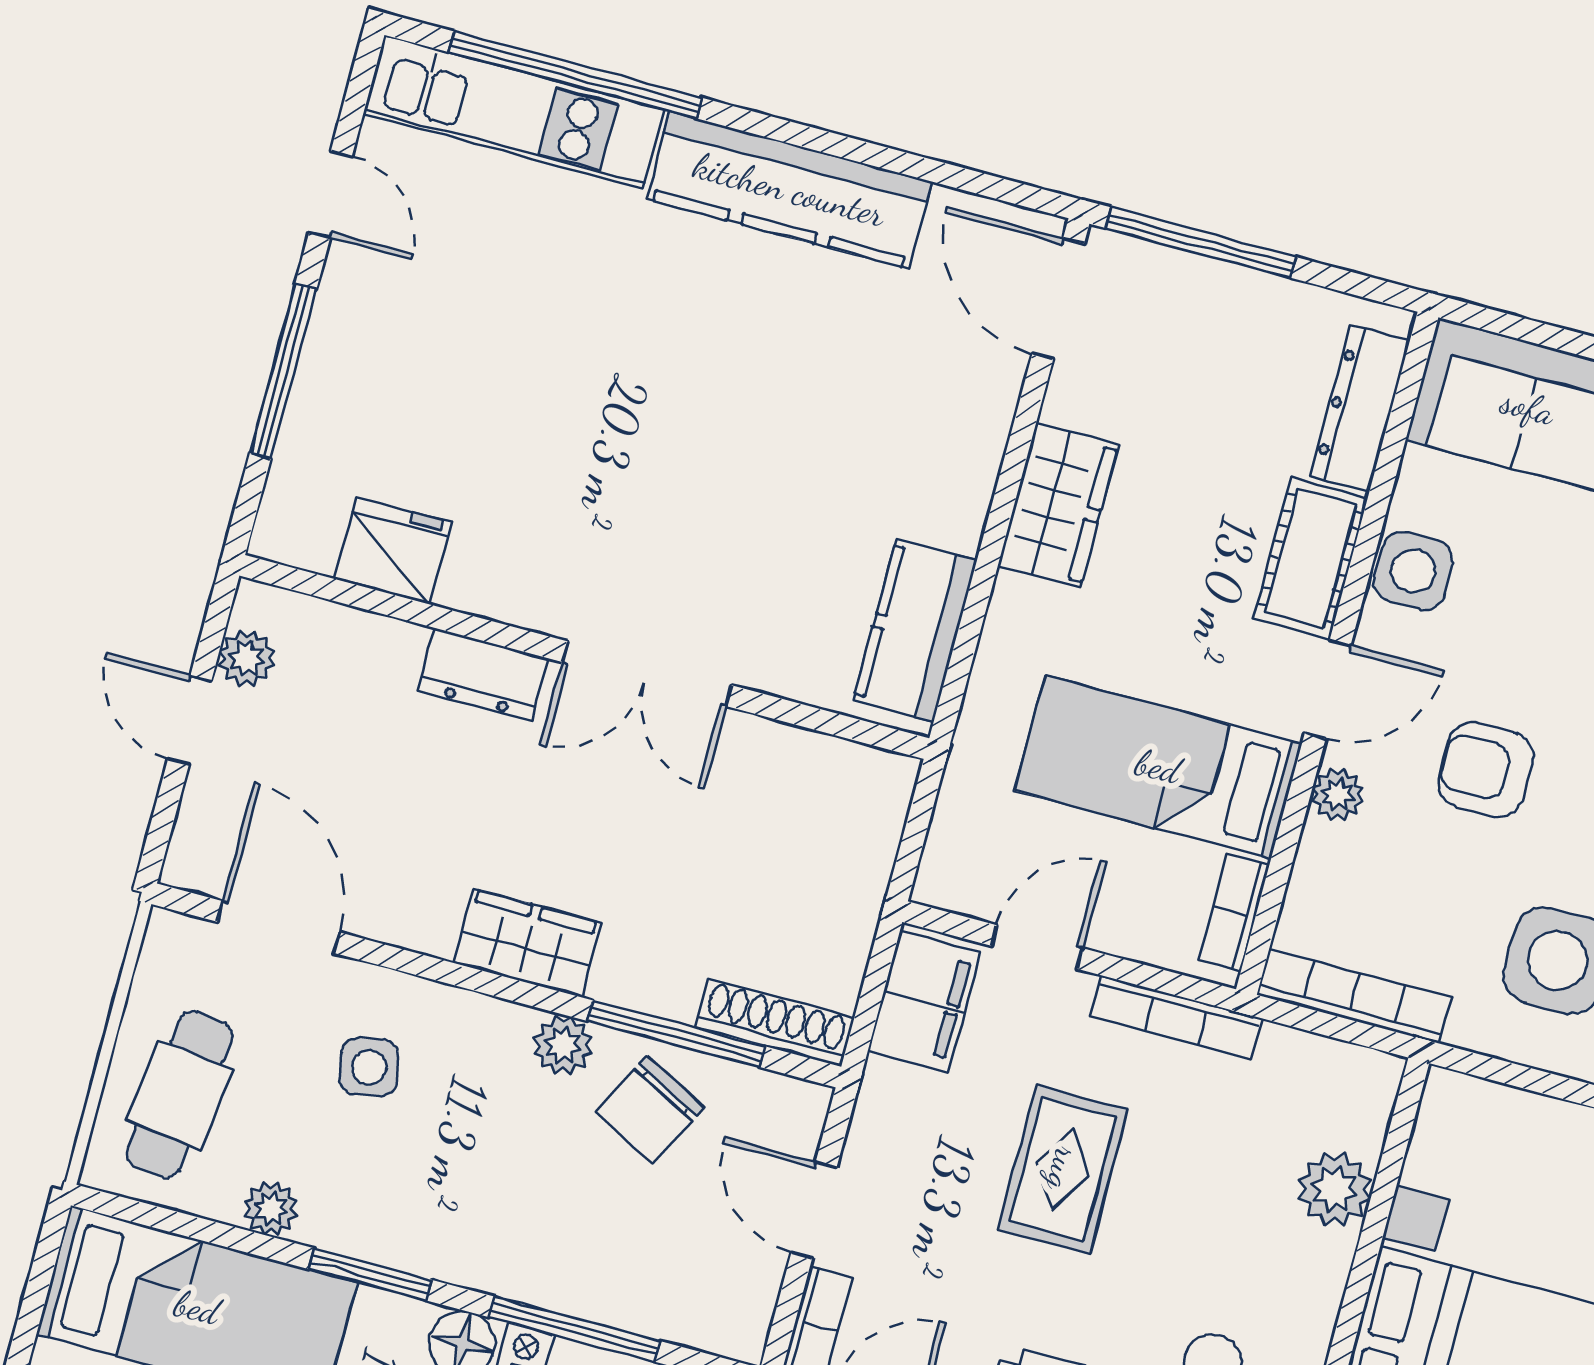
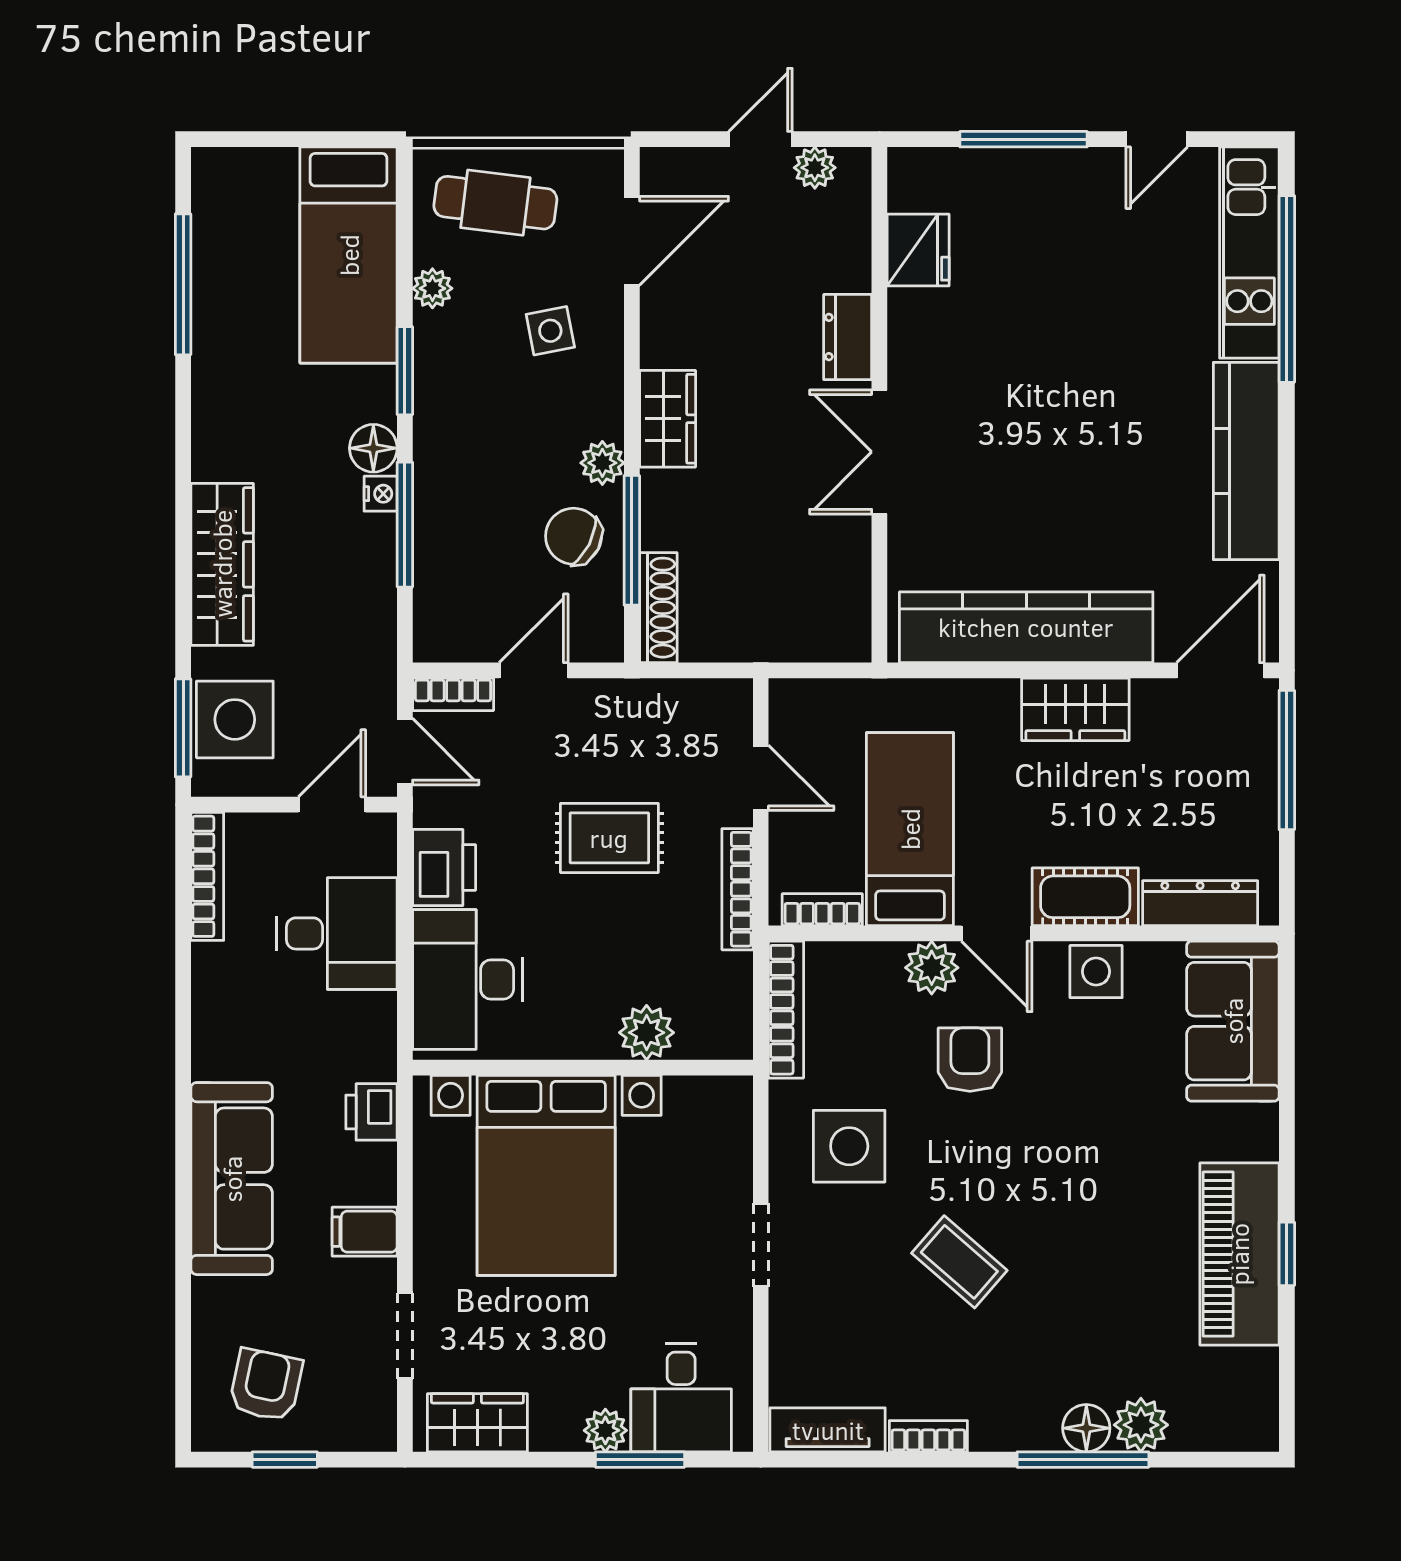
kitchen counter: (915, 630) -> (1026, 627), width x2.08, depth x1.17
plant: (1338, 795) -> (932, 968), width x1.38, depth x1.38
filing cabinet: (924, 1002) -> (701, 708), removed

